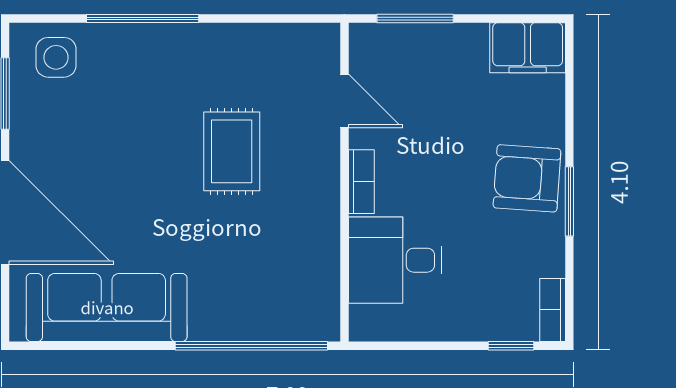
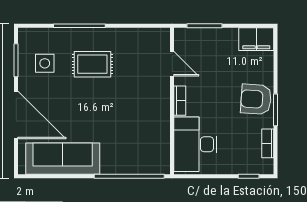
side table: (56, 57) -> (45, 63), moved
rug: (232, 151) -> (92, 64), moved, turned 90
desk: (395, 260) -> (195, 144), width x1.37
bookcase: (553, 310) -> (268, 143), moved

